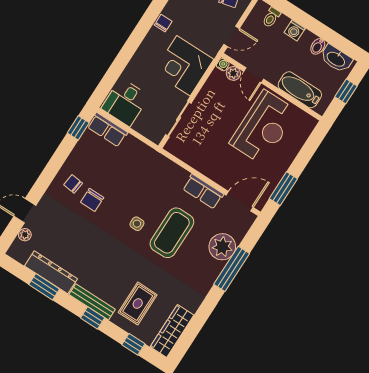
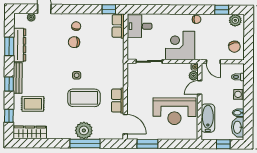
plant: (222, 247) -> (84, 130), moved

